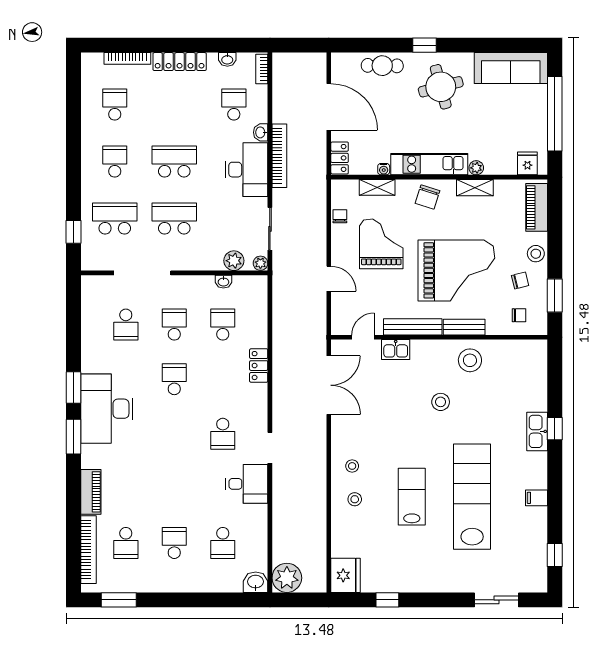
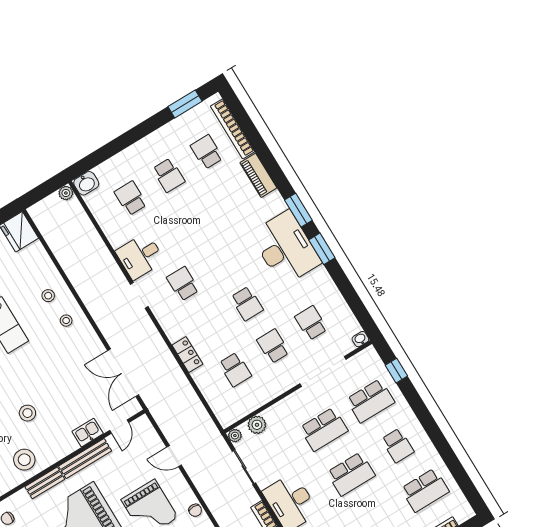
school desk: (115, 105) -> (425, 490), width x1.85
washbasin: (223, 282) -> (360, 339), moved
school desk: (174, 325) -> (273, 346), turned 180
plant: (287, 578) -> (66, 193), width x0.53, depth x0.53

